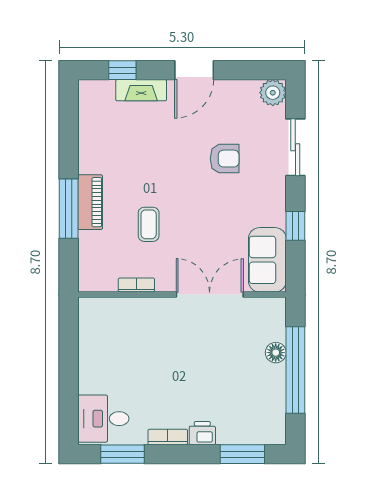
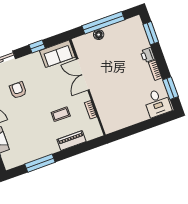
piano: (90, 202) -> (72, 141), moved
window: (69, 209) -> (40, 163), moved

